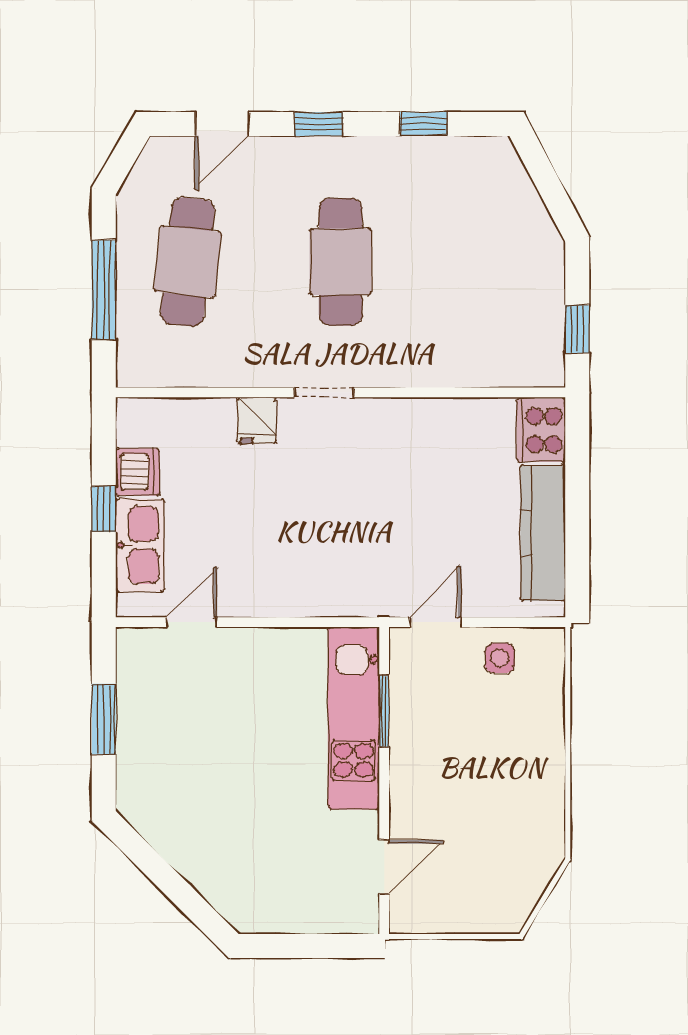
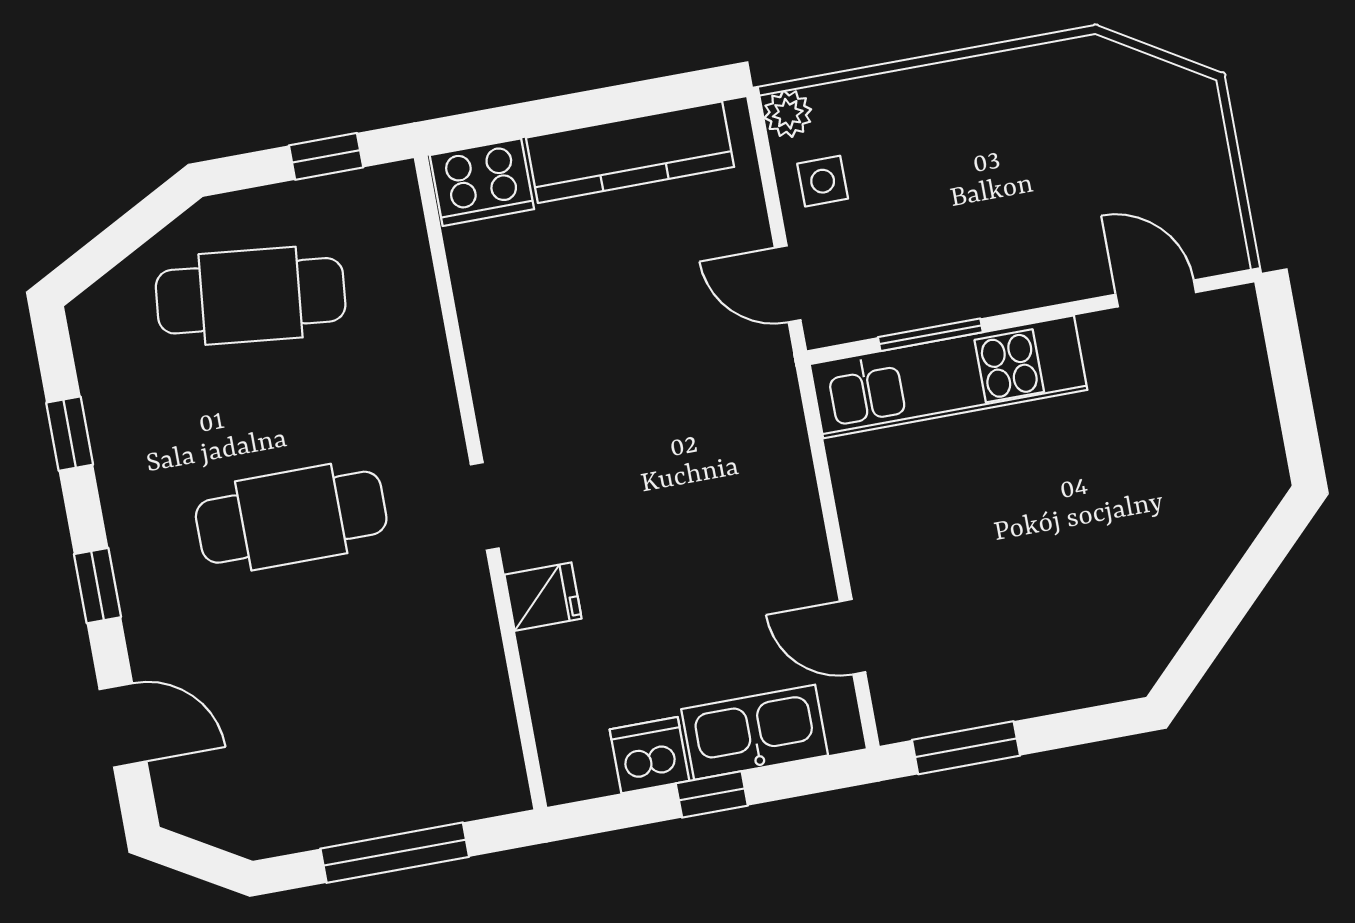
cafe table: (188, 262) -> (251, 296), moved
plant: (549, 643) -> (788, 114), added
window: (104, 719) -> (966, 748), moved

